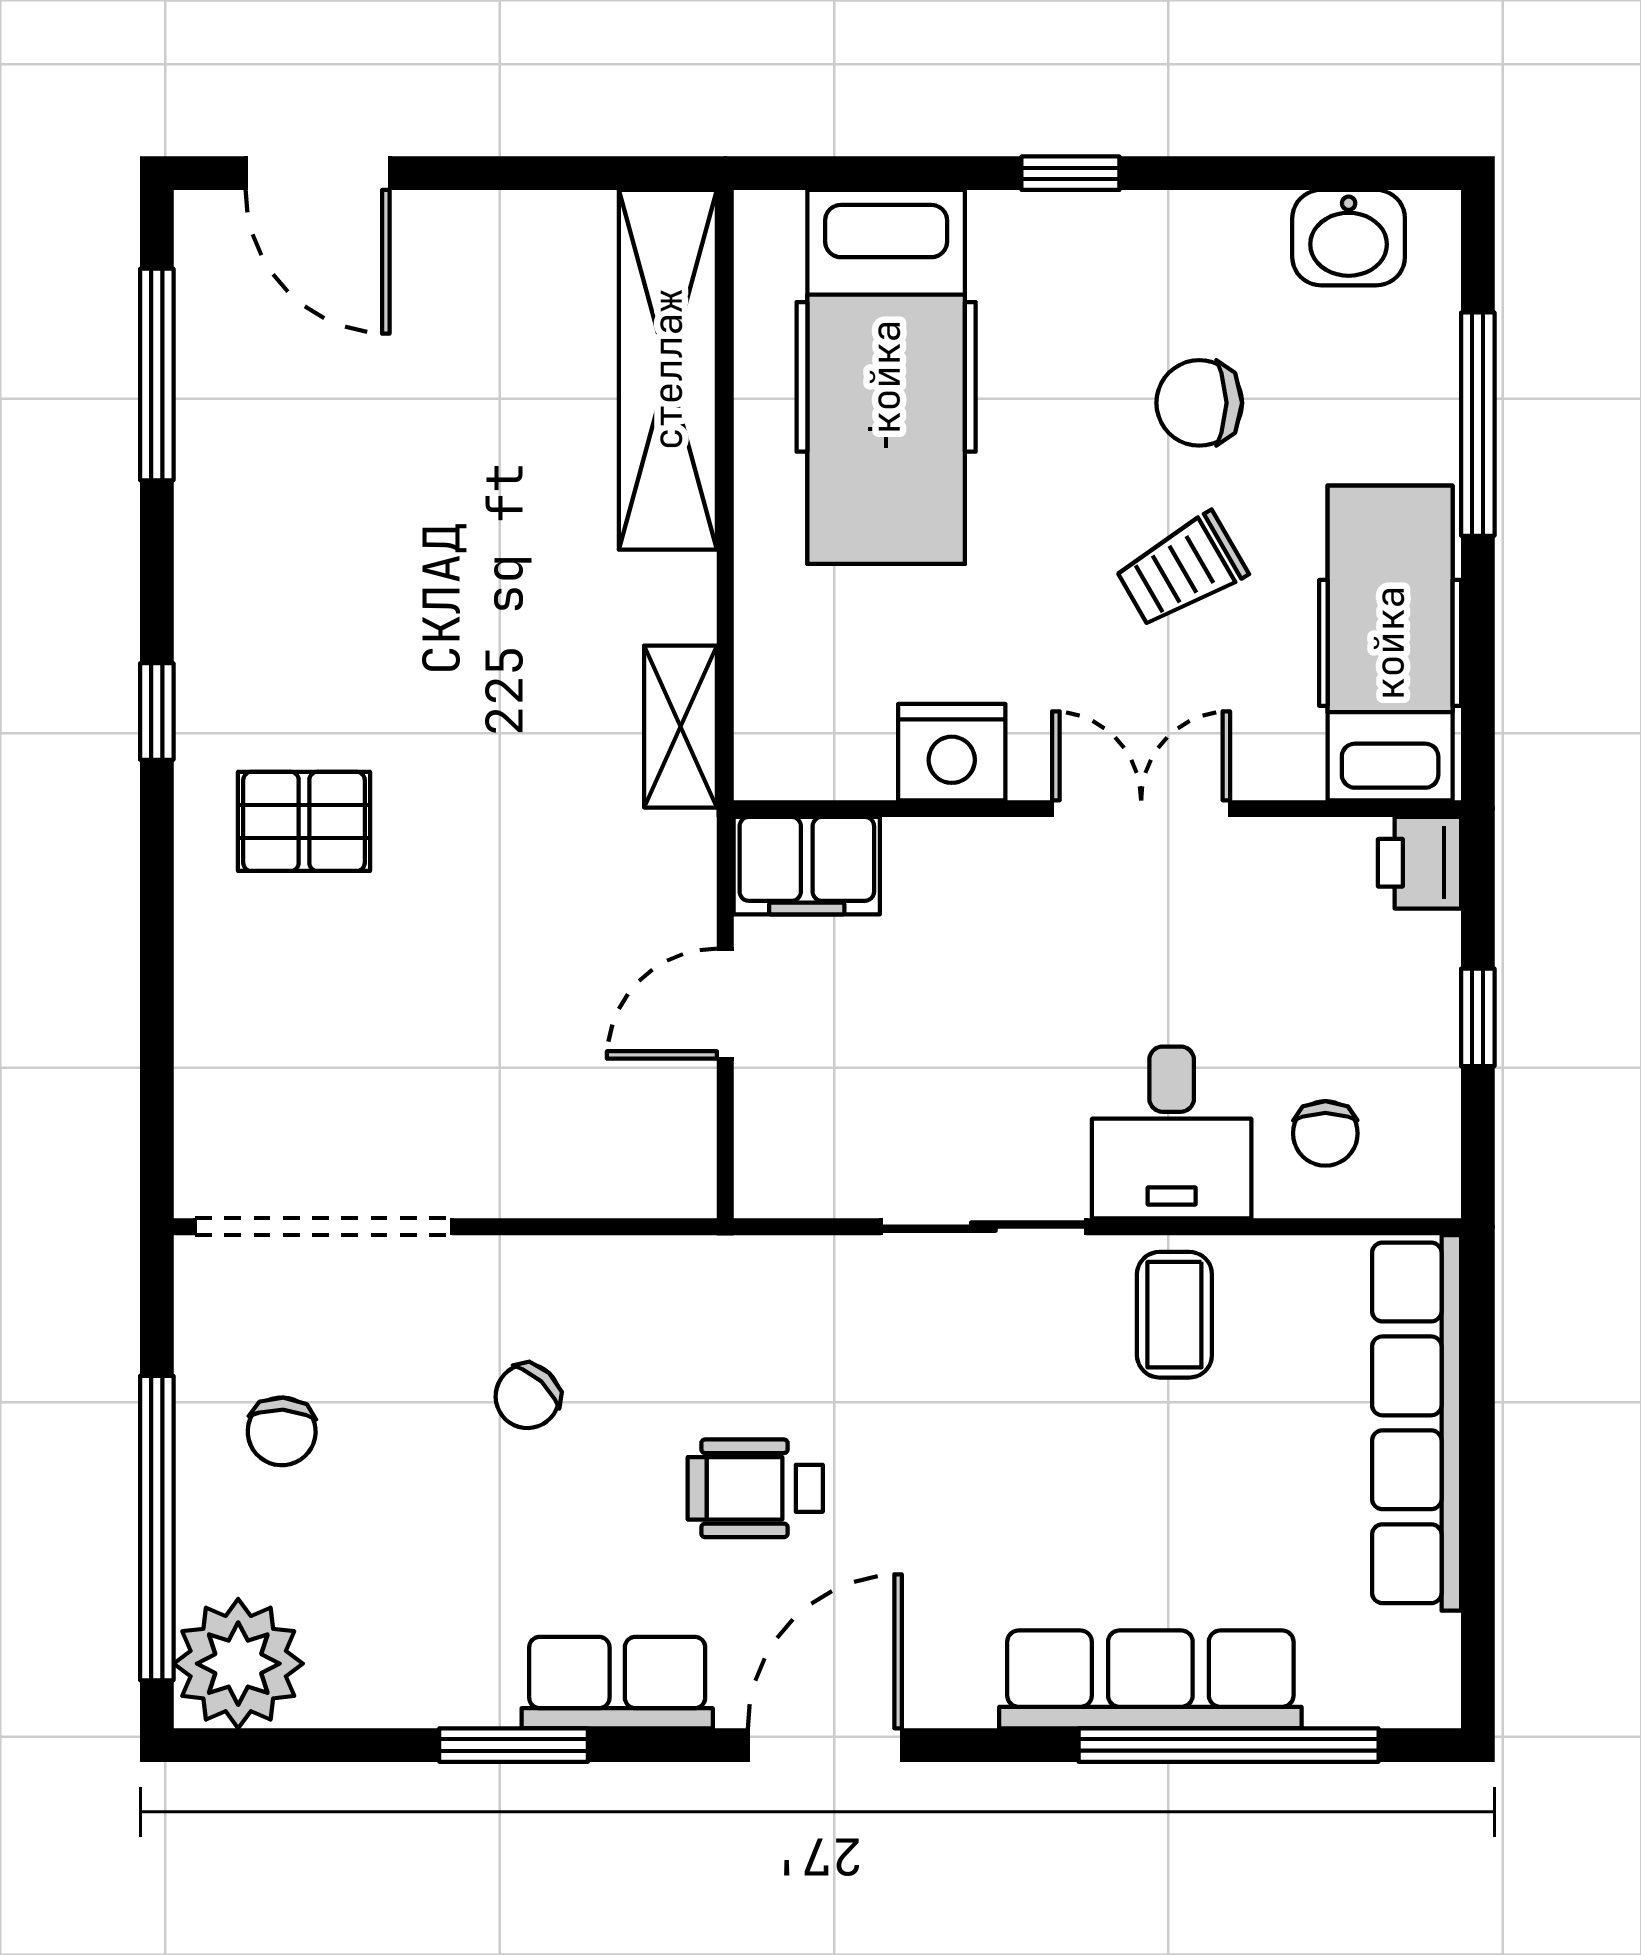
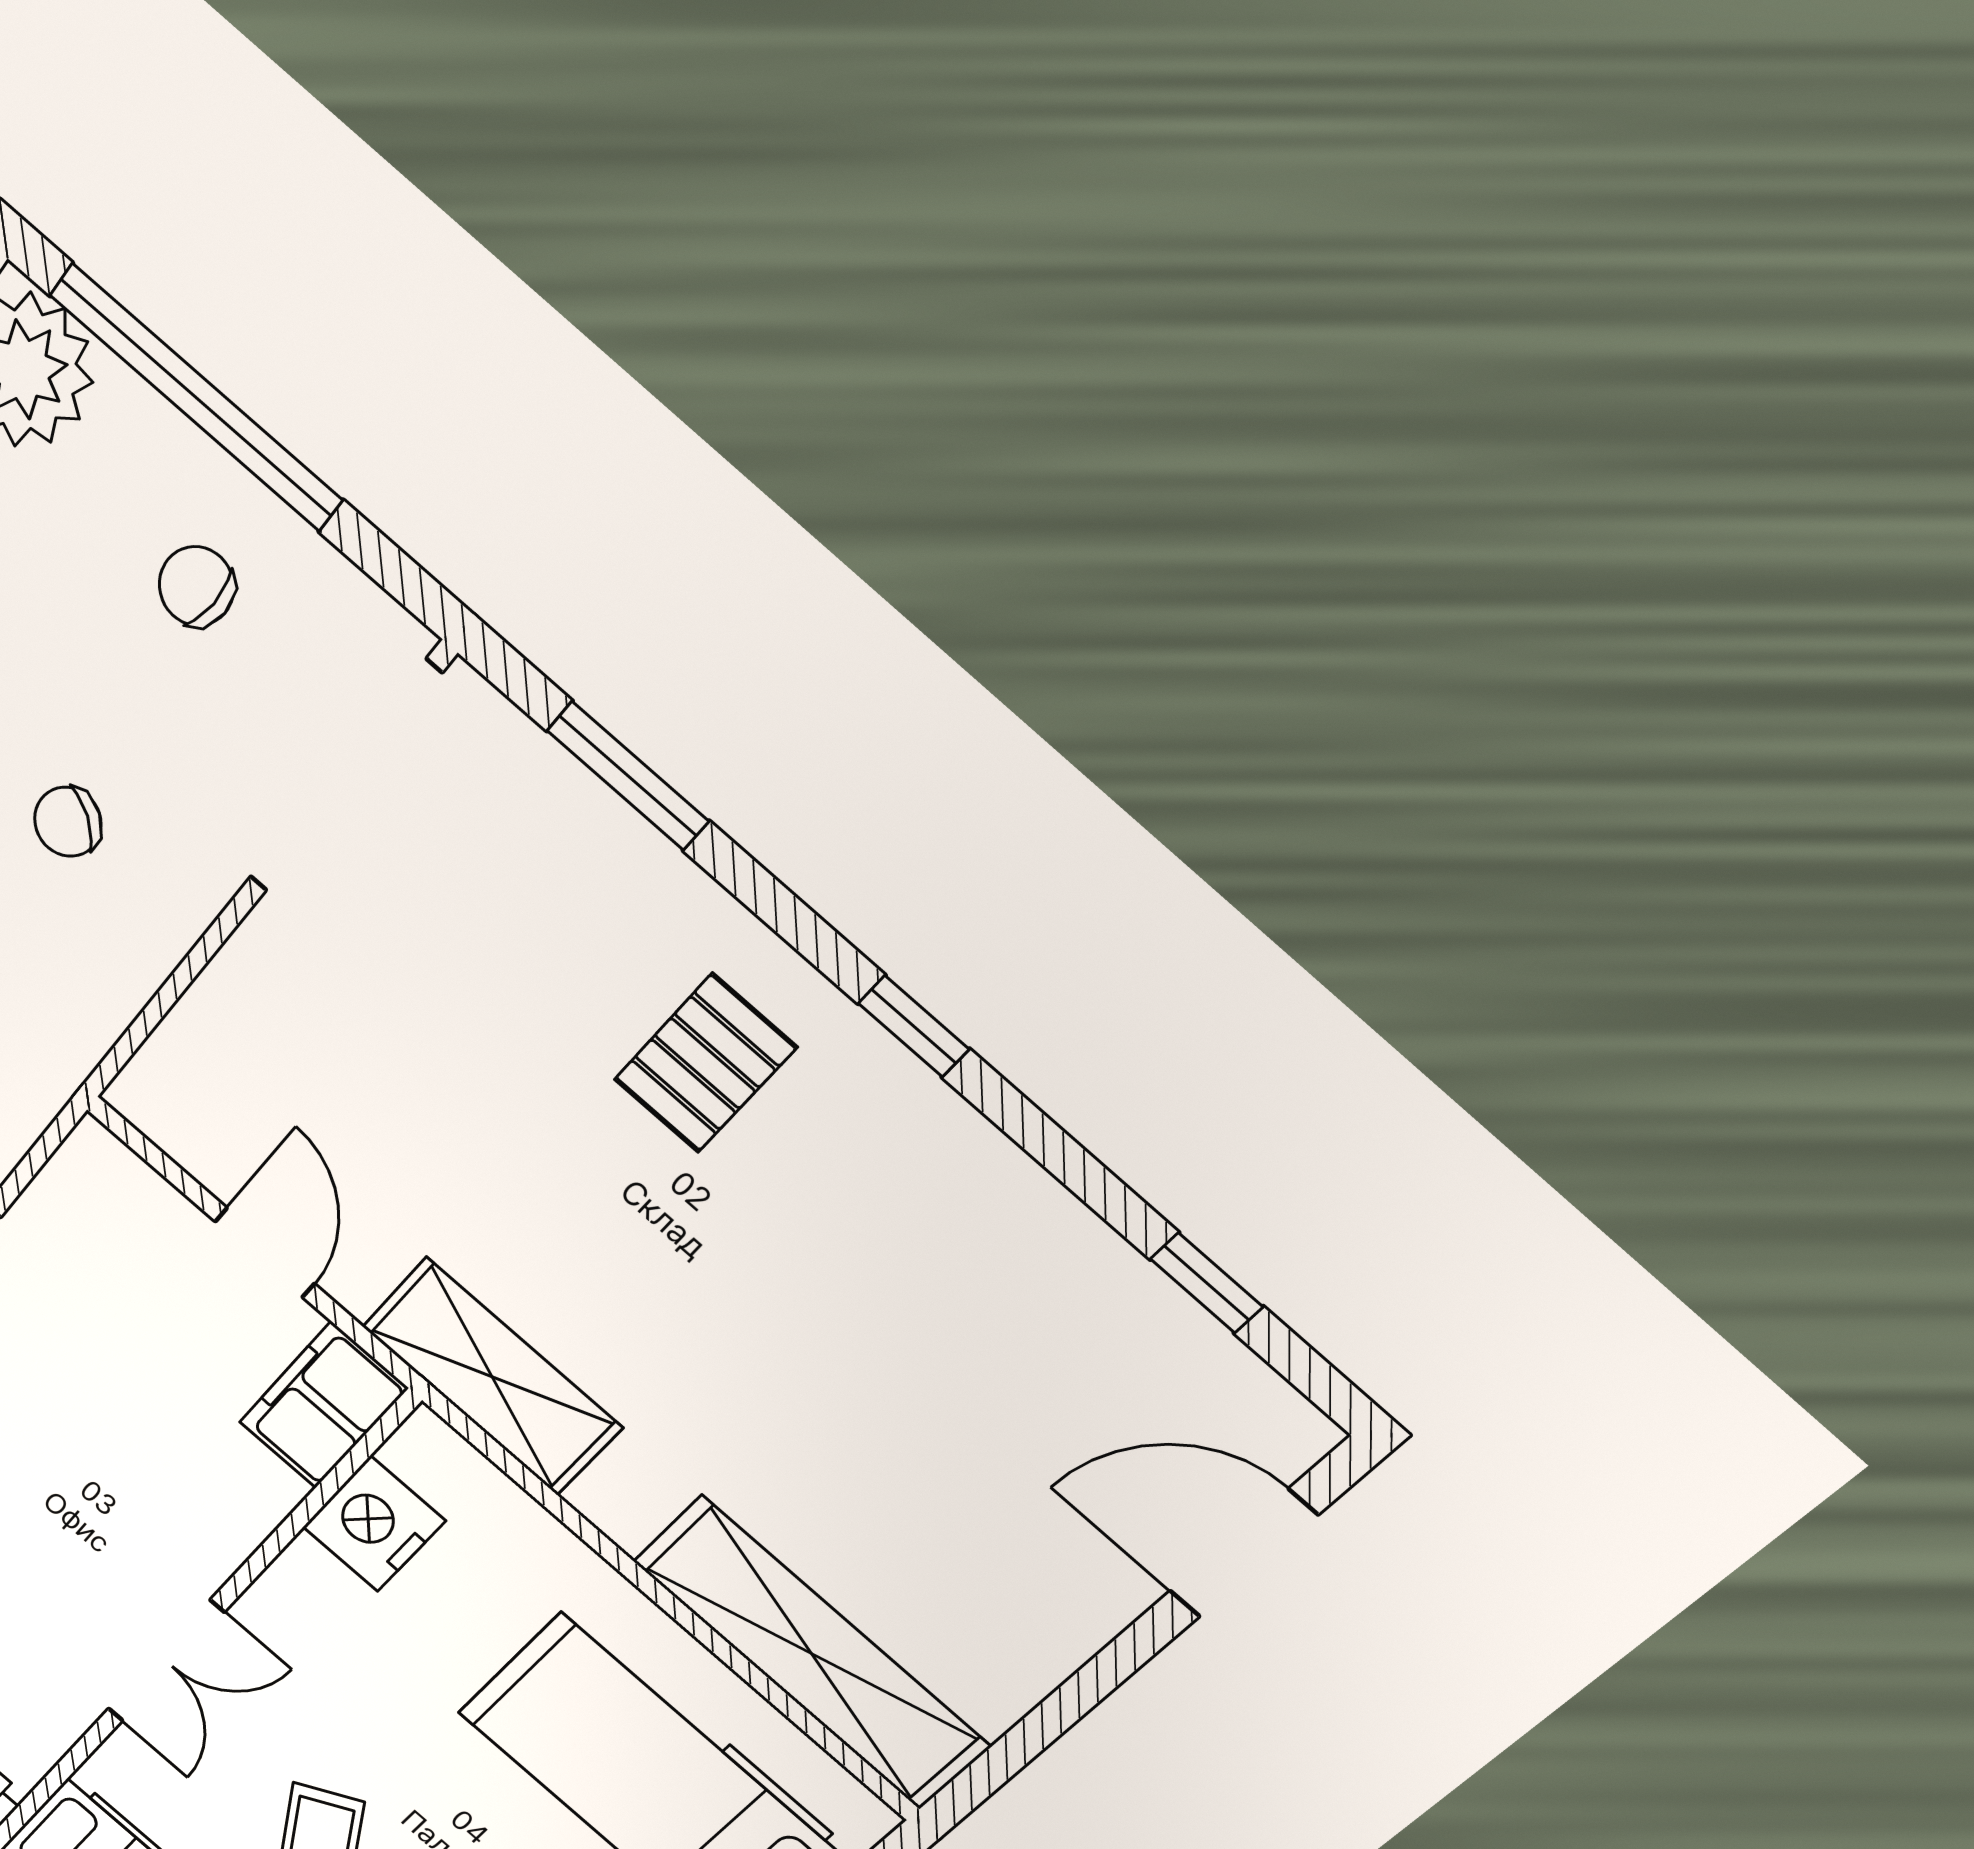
window: (157, 374) -> (1207, 1283), width x0.46
shelving: (681, 727) -> (492, 1377), width x1.50, depth x1.33
nightstand: (952, 752) -> (374, 1524), moved
window: (157, 1038) -> (628, 776), added
chair: (527, 1396) -> (68, 822), turned -98

